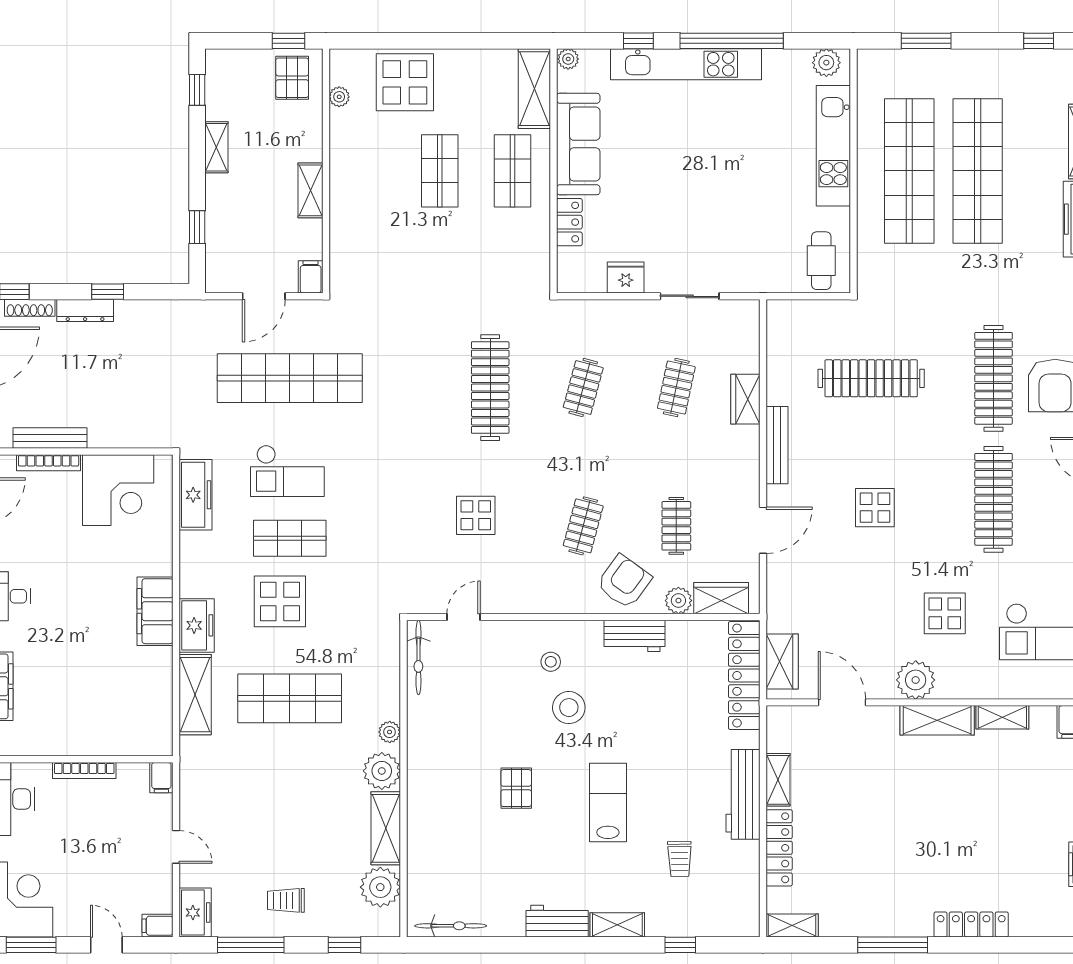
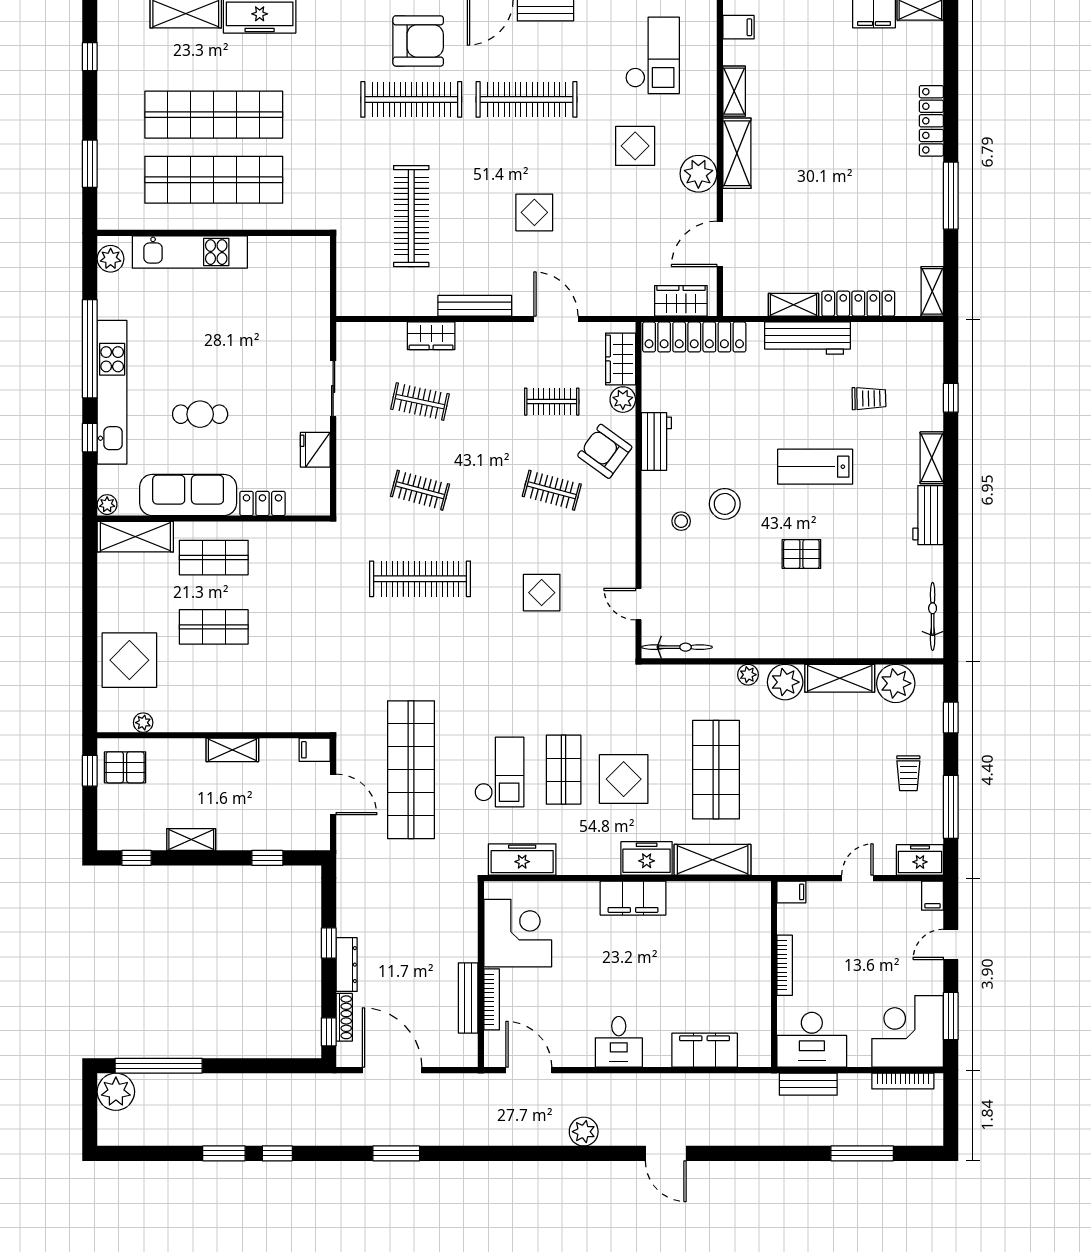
cafe table: (821, 261) -> (200, 414), moved

